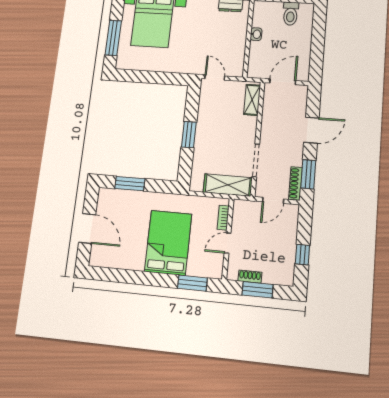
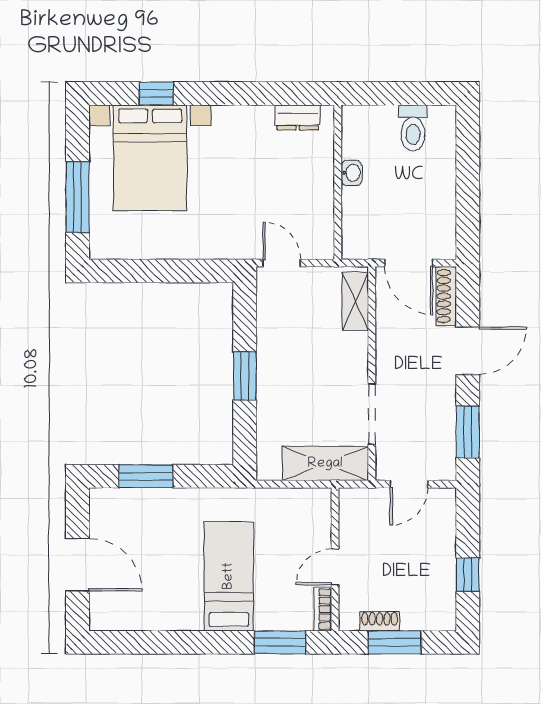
door: (283, 82) -> (409, 263), swing flipped
shoe rack: (295, 183) -> (446, 296), moved
bookcase: (223, 218) -> (323, 609), moved
bed: (168, 243) -> (229, 576), width x0.67

